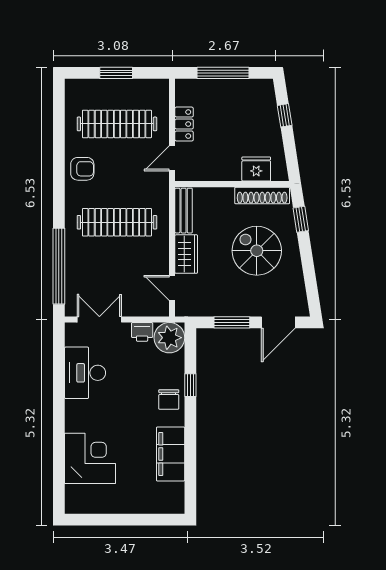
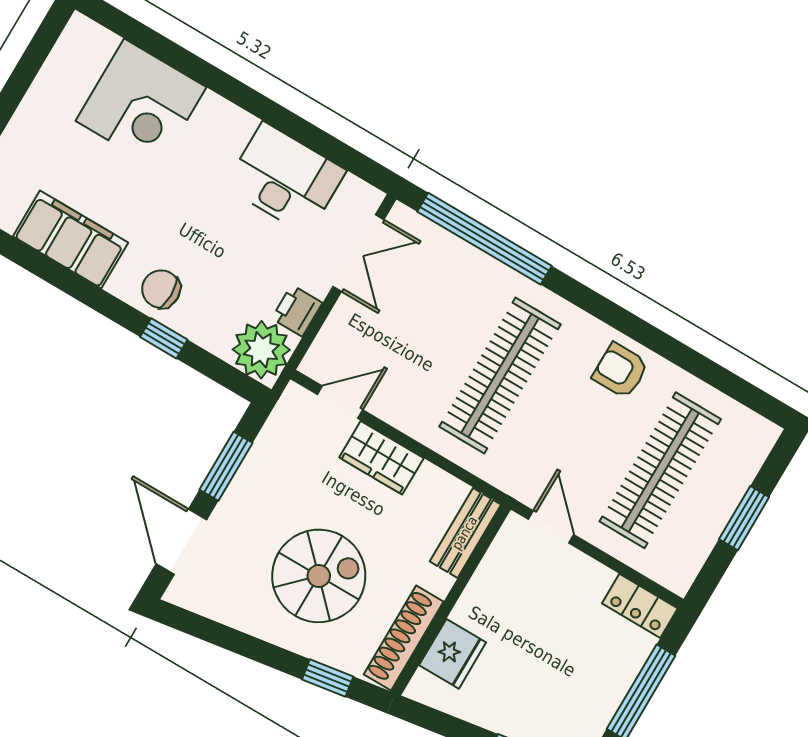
locker: (184, 124) -> (640, 606), moved
armchair: (82, 169) -> (620, 371), turned 90
bench: (184, 211) -> (465, 533), moved, turned 90

